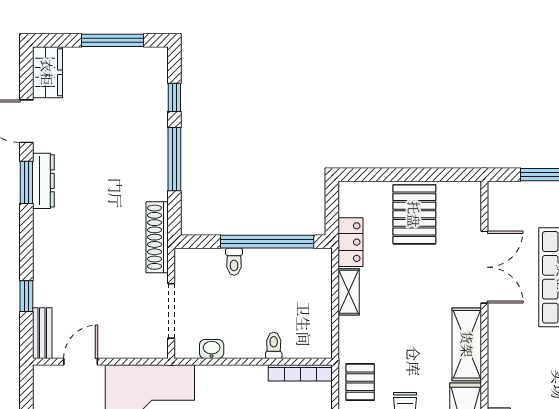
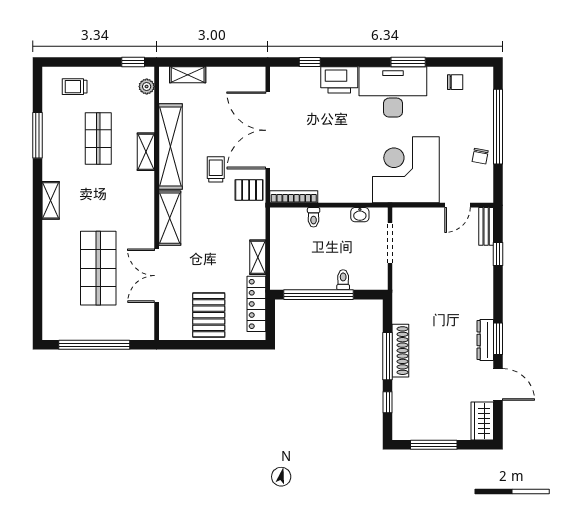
shoe rack: (157, 237) -> (400, 351), moved
locker: (350, 242) -> (256, 304), width x1.53
pallet: (360, 382) -> (249, 190), turned 90

